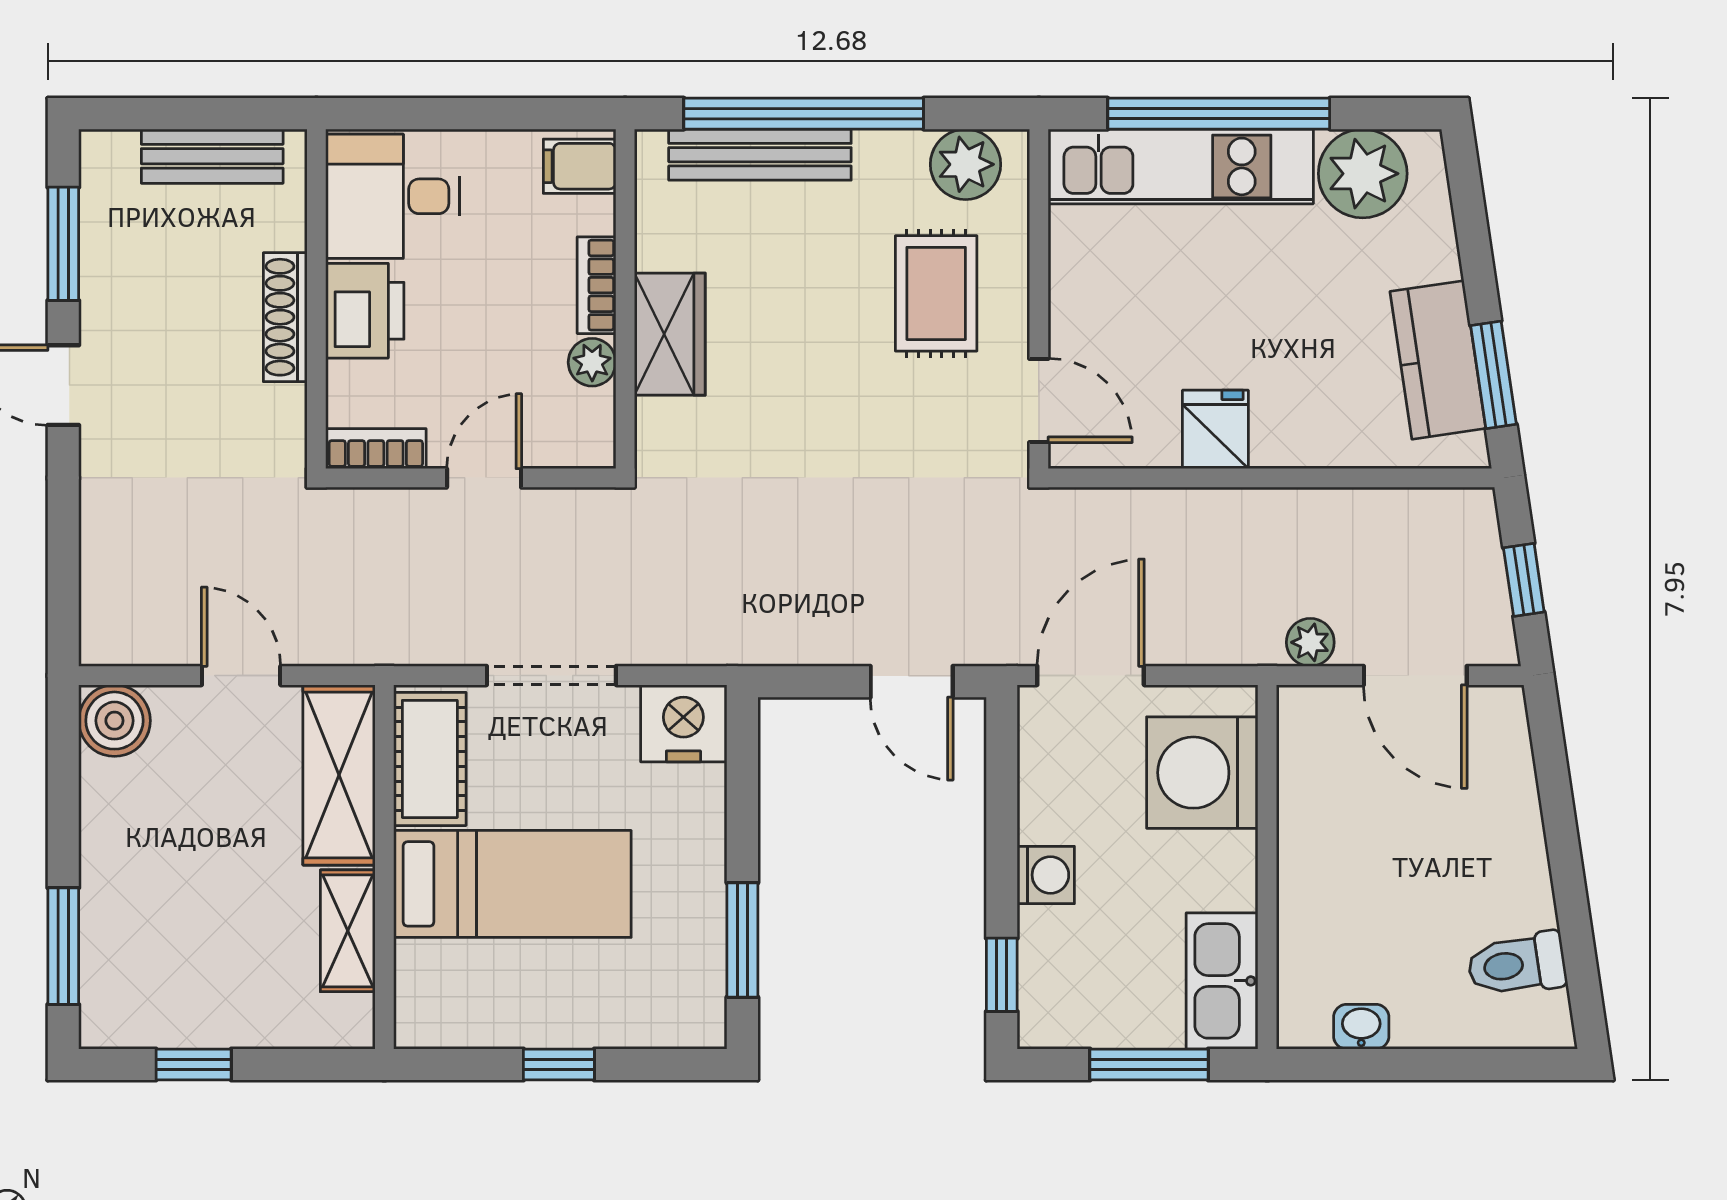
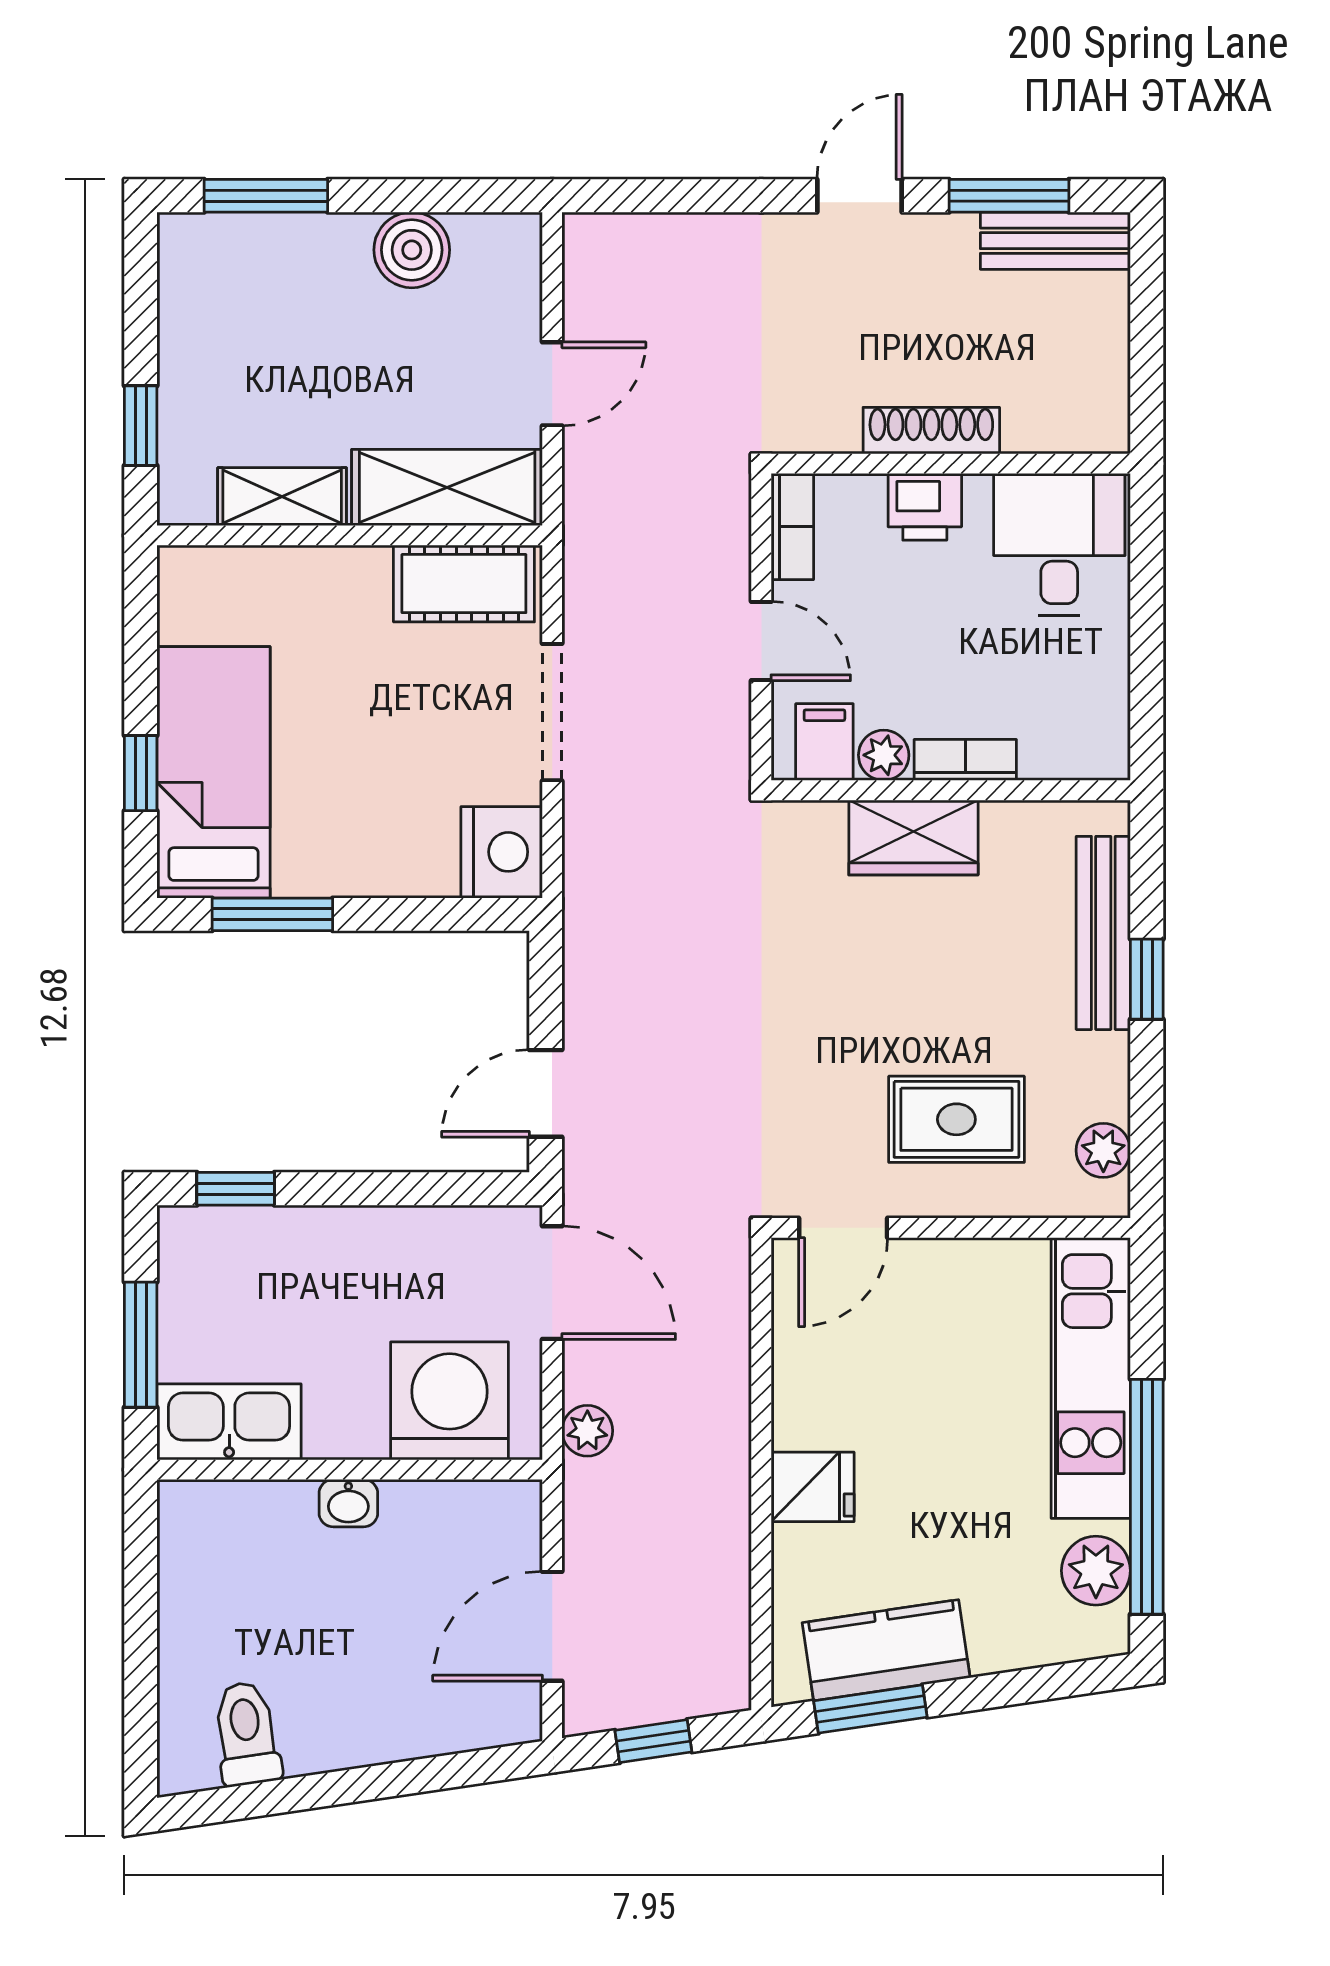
window: (804, 114) -> (1147, 979), width x0.32
window: (1219, 114) -> (1147, 1497), moved
bench: (212, 156) -> (1055, 241), moved, turned 90
plant: (966, 164) -> (1103, 1150), width x0.73, depth x0.73
filing cabinet: (580, 166) -> (824, 742), moved
plant: (1363, 174) -> (1096, 1571), width x0.73, depth x0.73
printer: (365, 311) -> (925, 507), width x0.73, depth x0.81
fridge: (1215, 429) -> (813, 1487), moved
plant: (1310, 642) -> (587, 1431), moved
boiler: (114, 721) -> (412, 250), moved
washing machine: (1046, 875) -> (341, 1235), removed
bed: (512, 884) -> (214, 772), moved, turned 180
washbasin: (1361, 1027) -> (348, 1503), moved, turned 90
window: (194, 1065) -> (141, 426), moved
window: (559, 1065) -> (141, 773), moved

